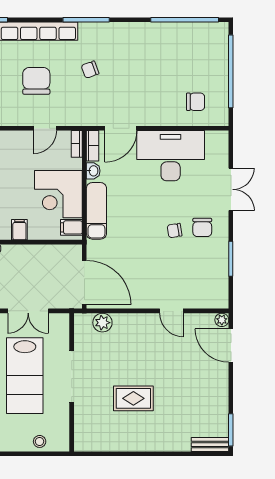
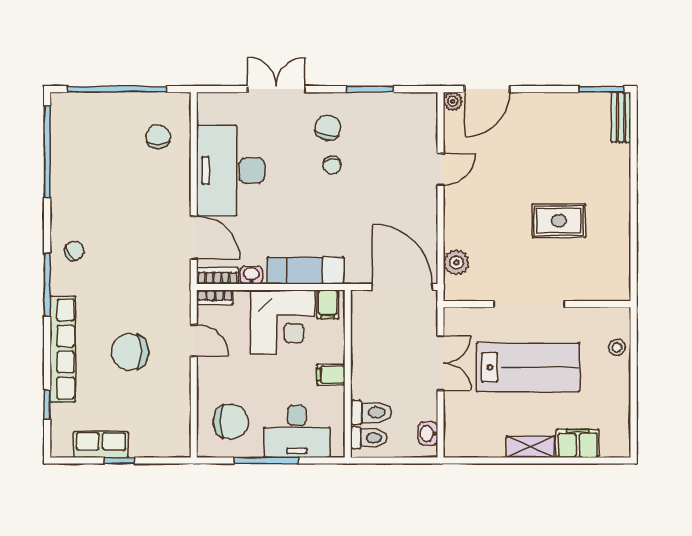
chair: (90, 70) -> (74, 251), moved, turned -103
chair: (202, 227) -> (328, 128), turned -76
door: (84, 283) -> (402, 287), hinge flipped
rug: (133, 398) -> (559, 221), turned 90

